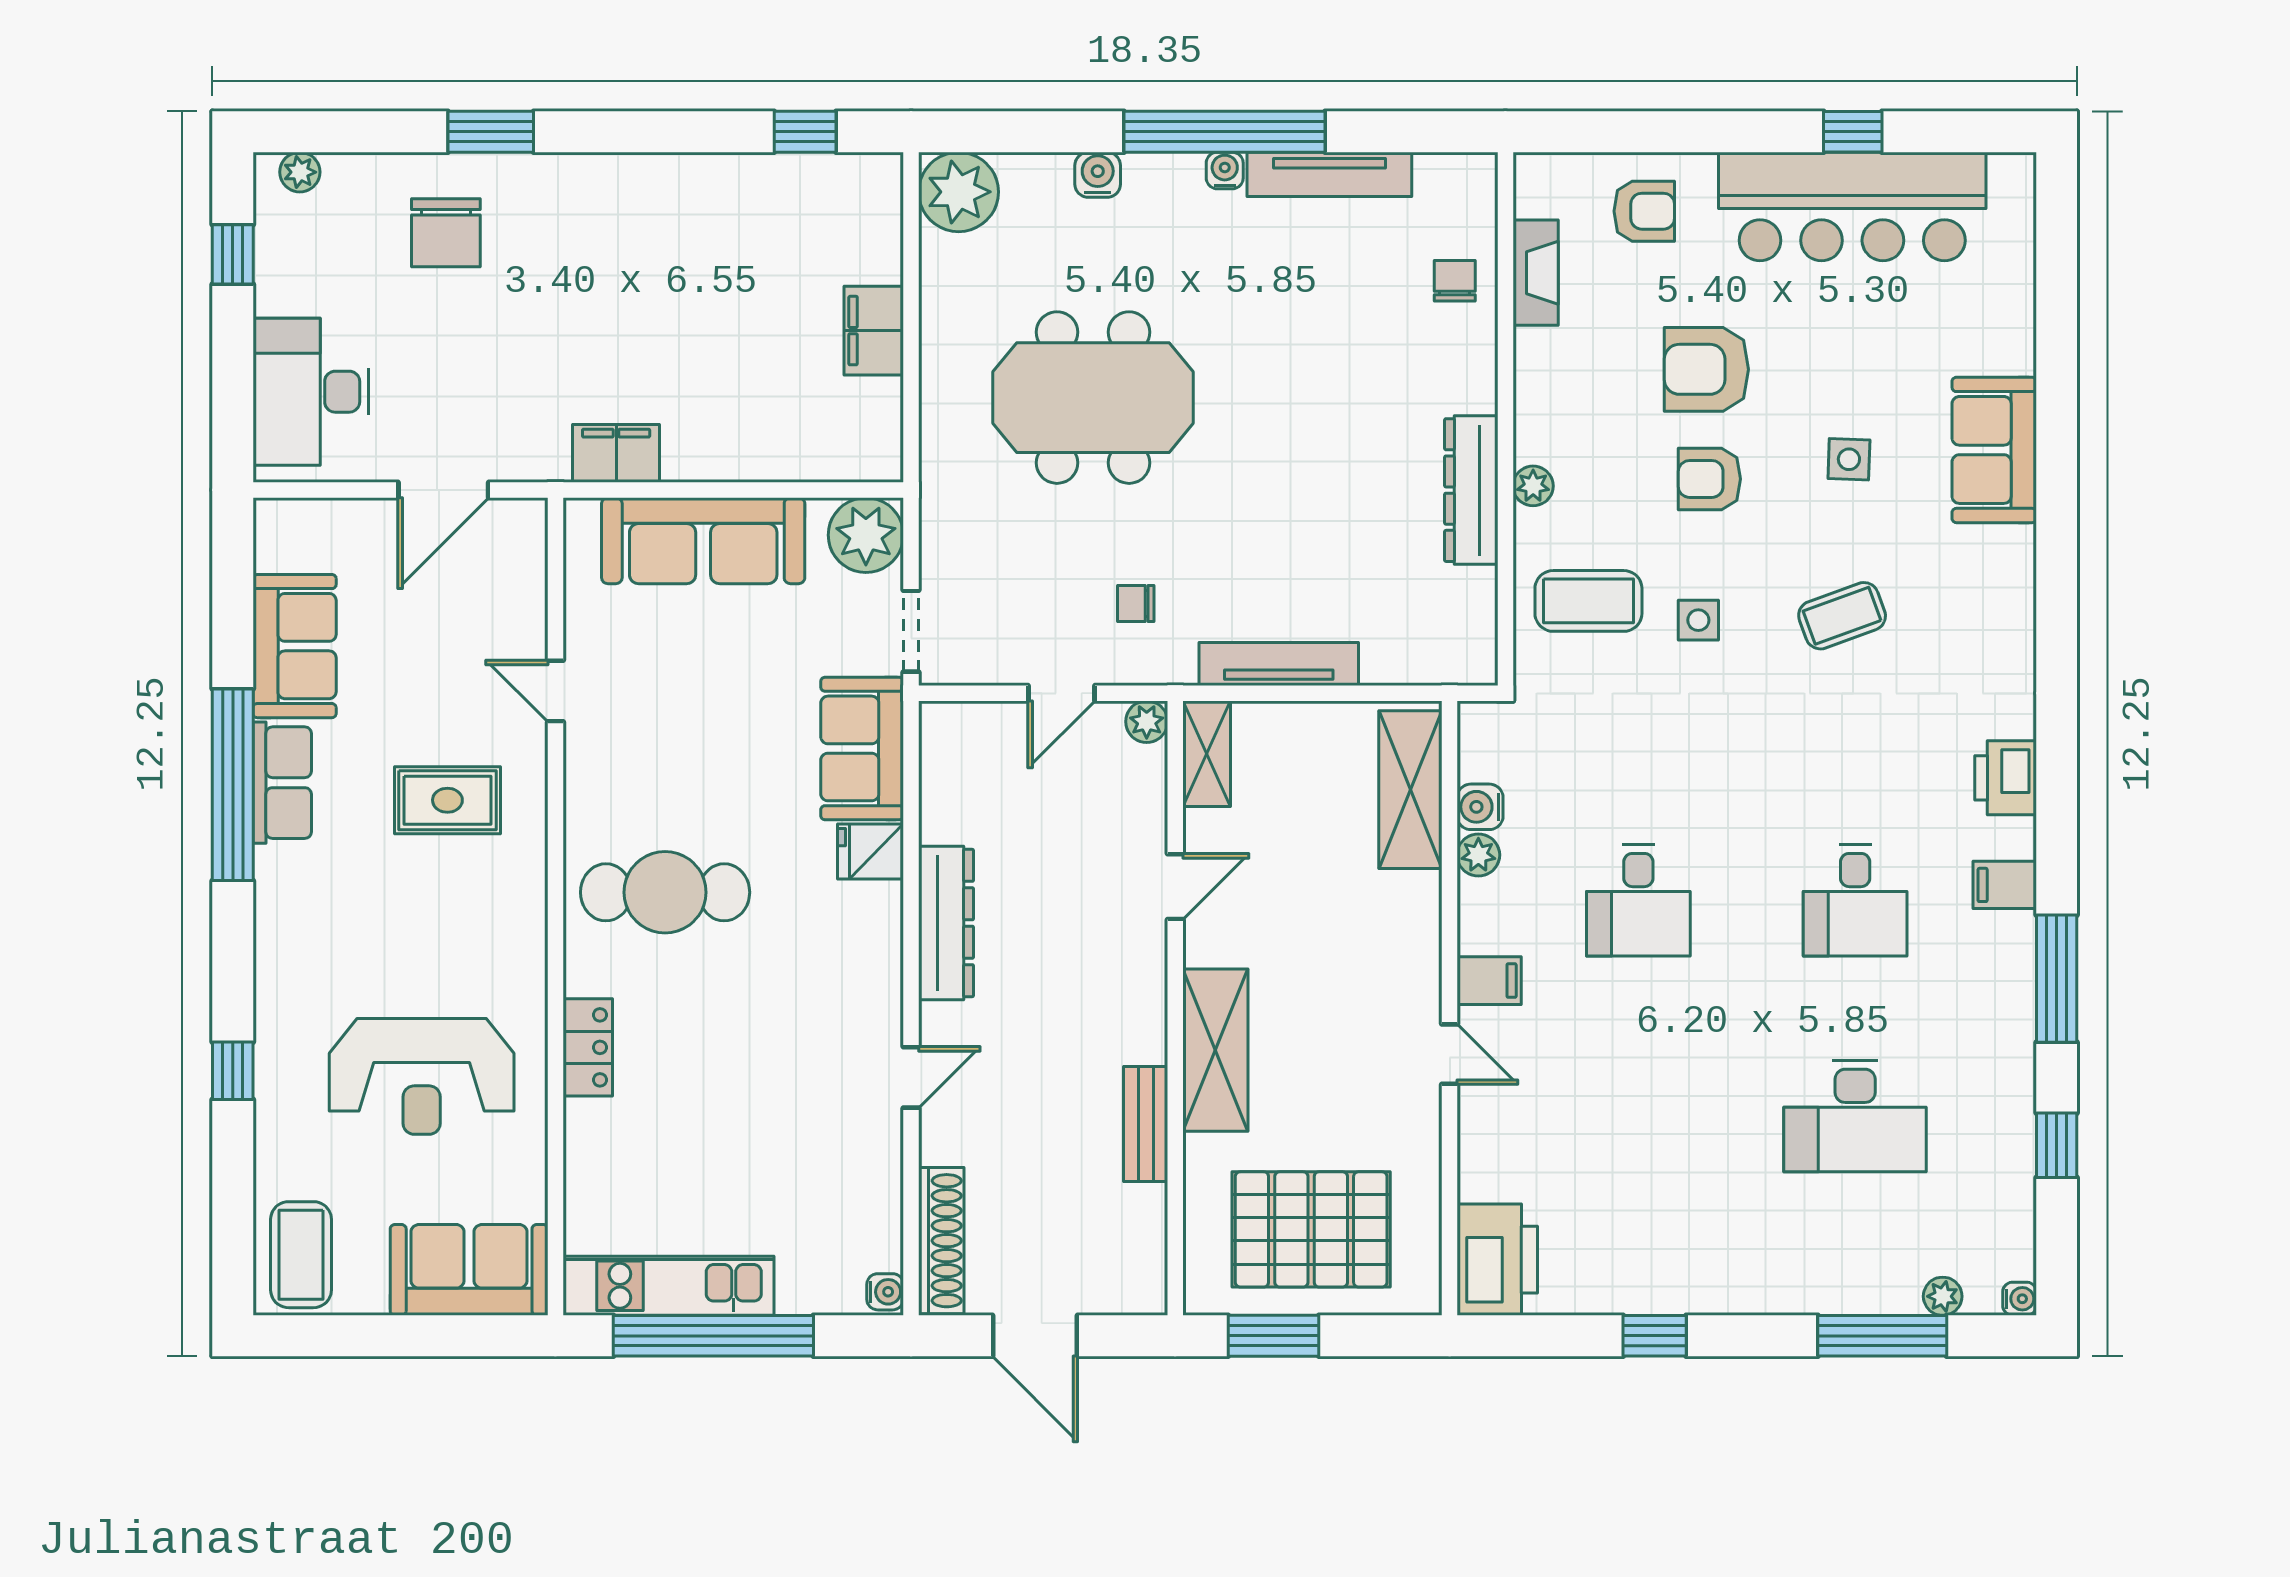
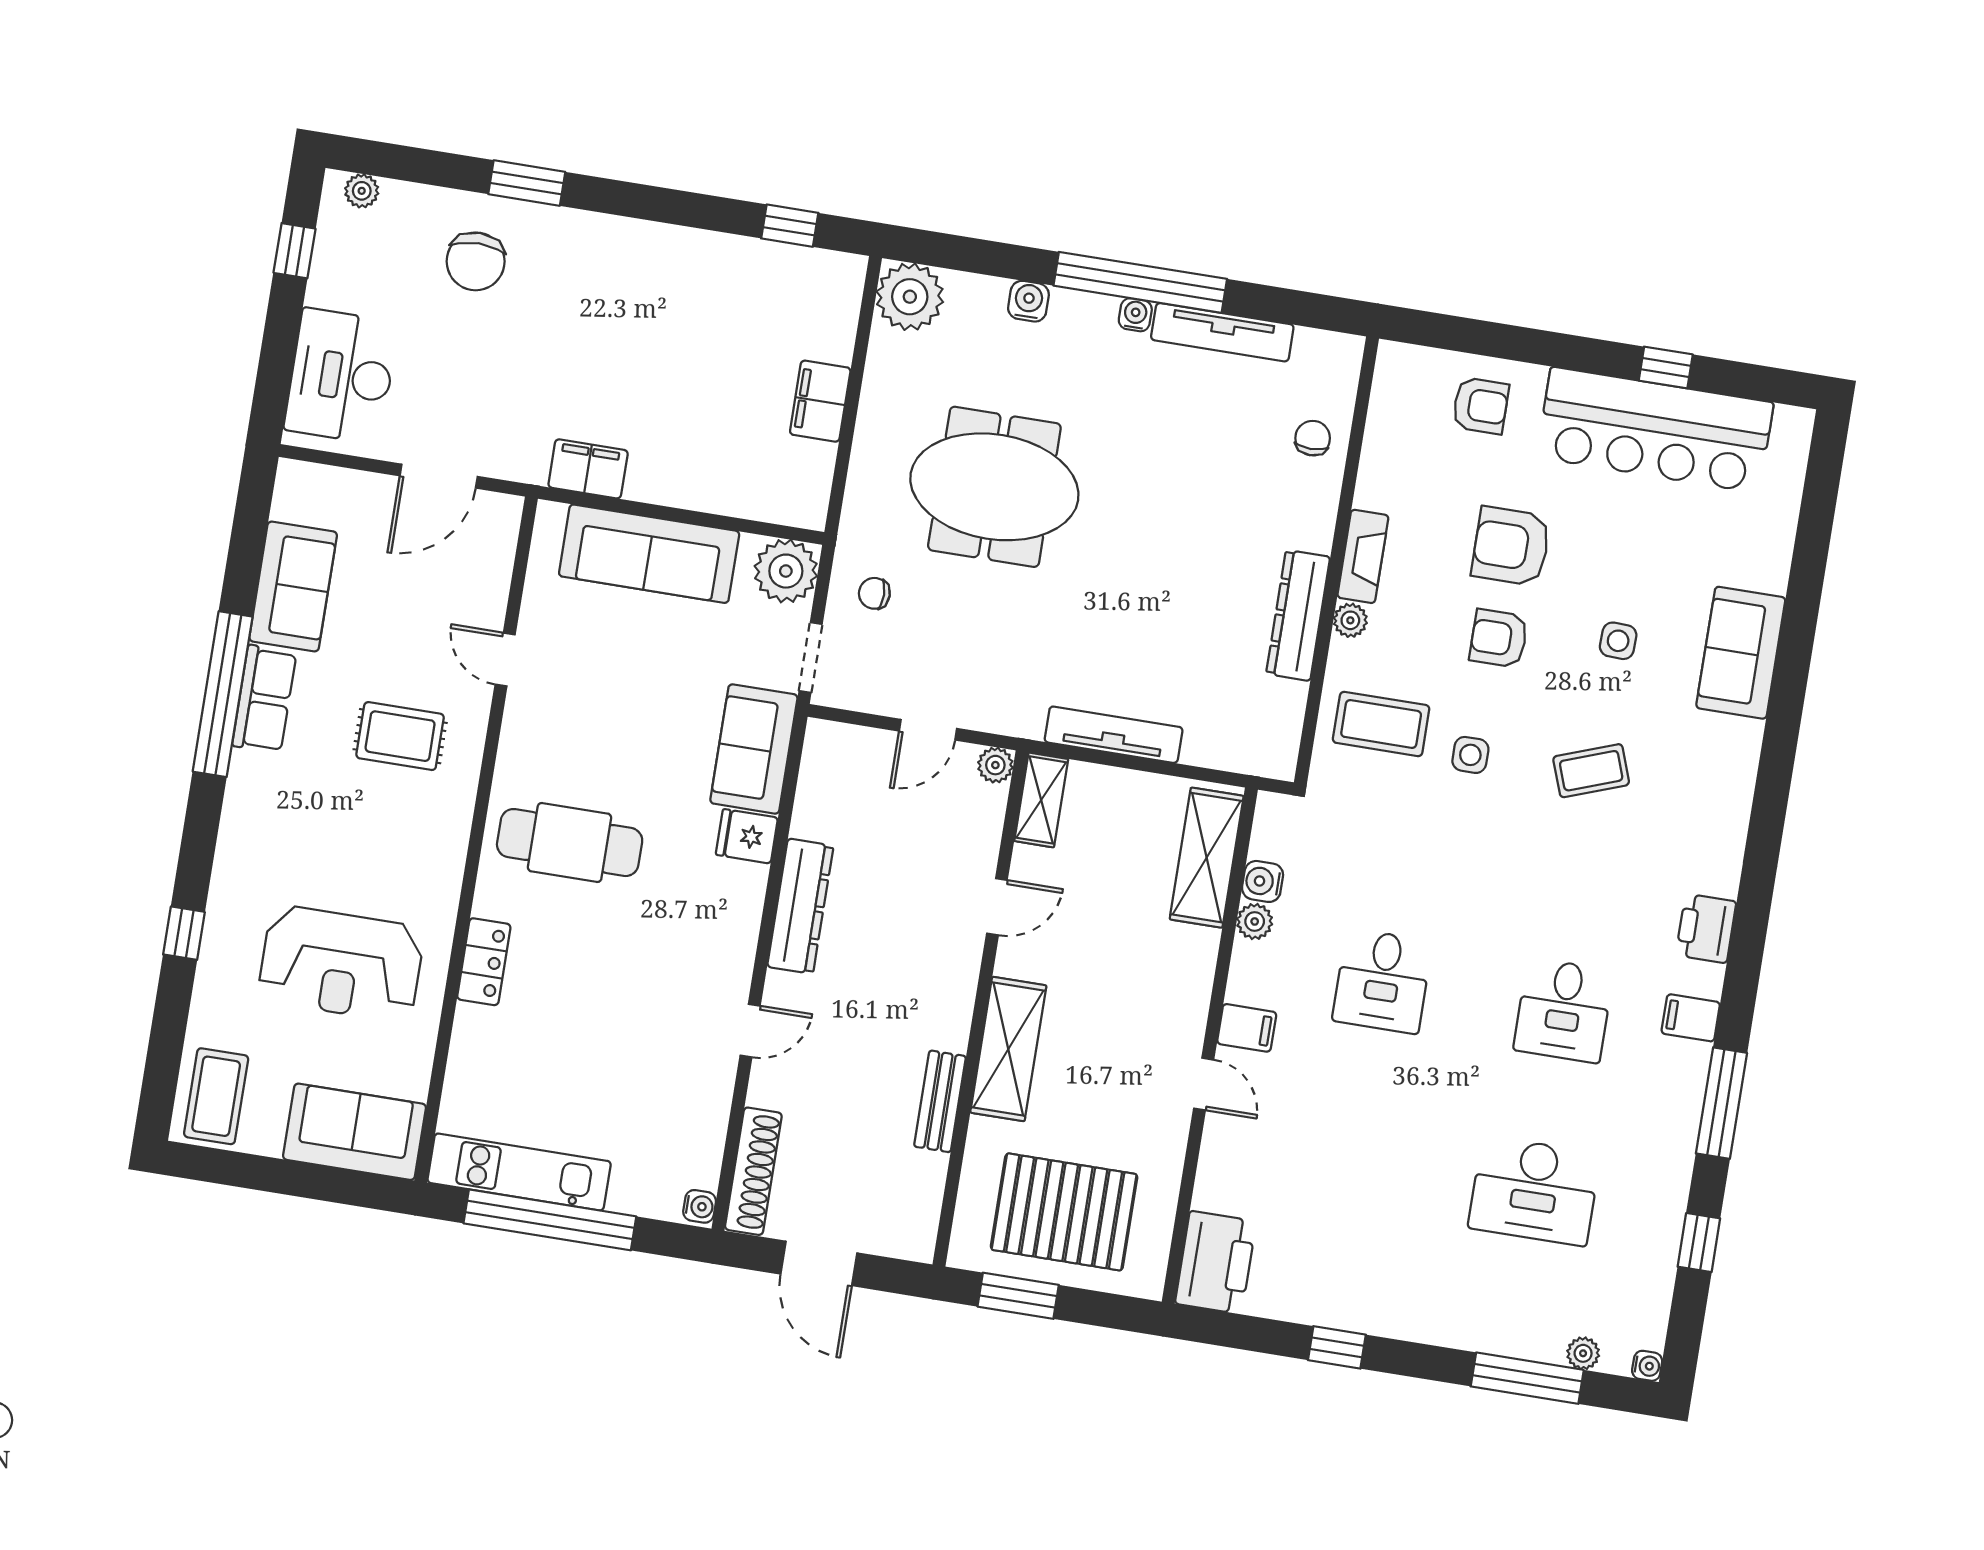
fireplace: (1536, 273) -> (1363, 556), moved
chair: (1136, 603) -> (874, 593), moved

